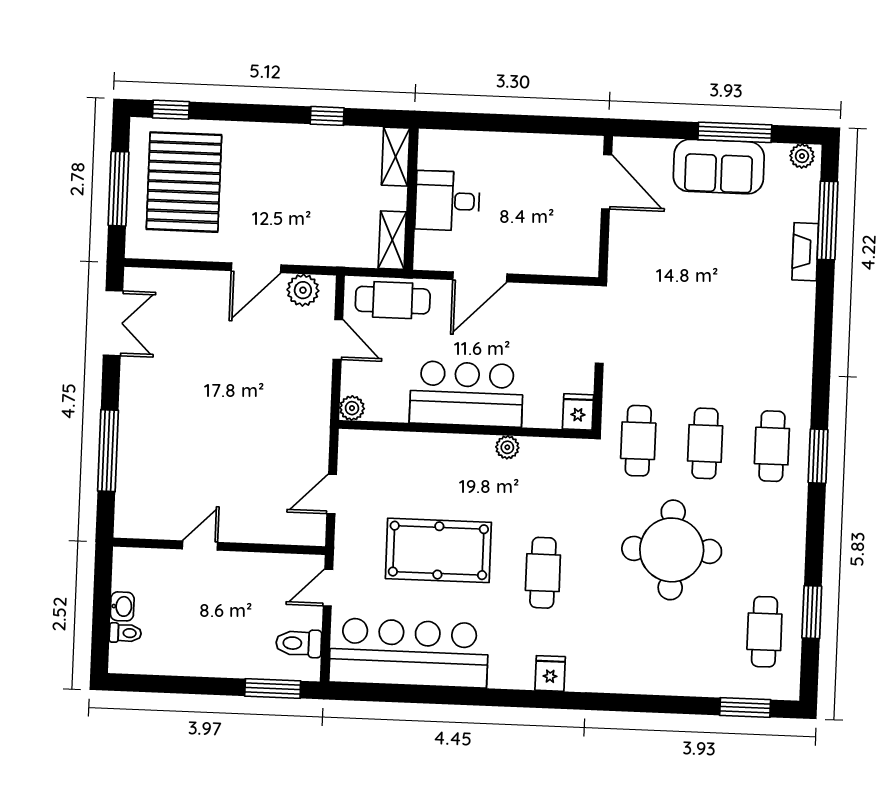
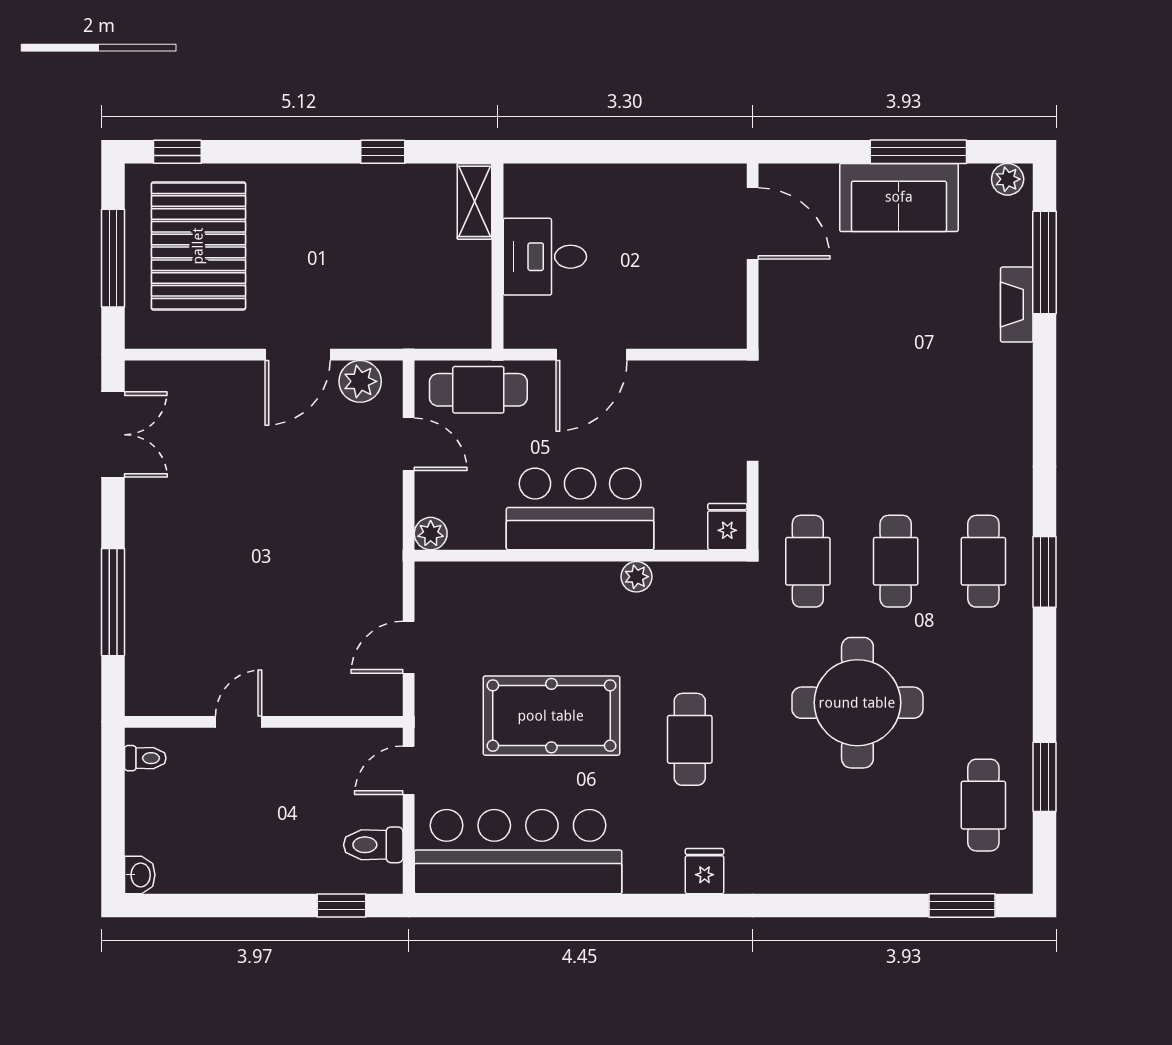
shelving: (392, 240) -> (475, 311), removed
washbasin: (122, 606) -> (140, 875), moved
toilet: (125, 633) -> (145, 758), moved
window: (273, 688) -> (341, 905), width x0.67

